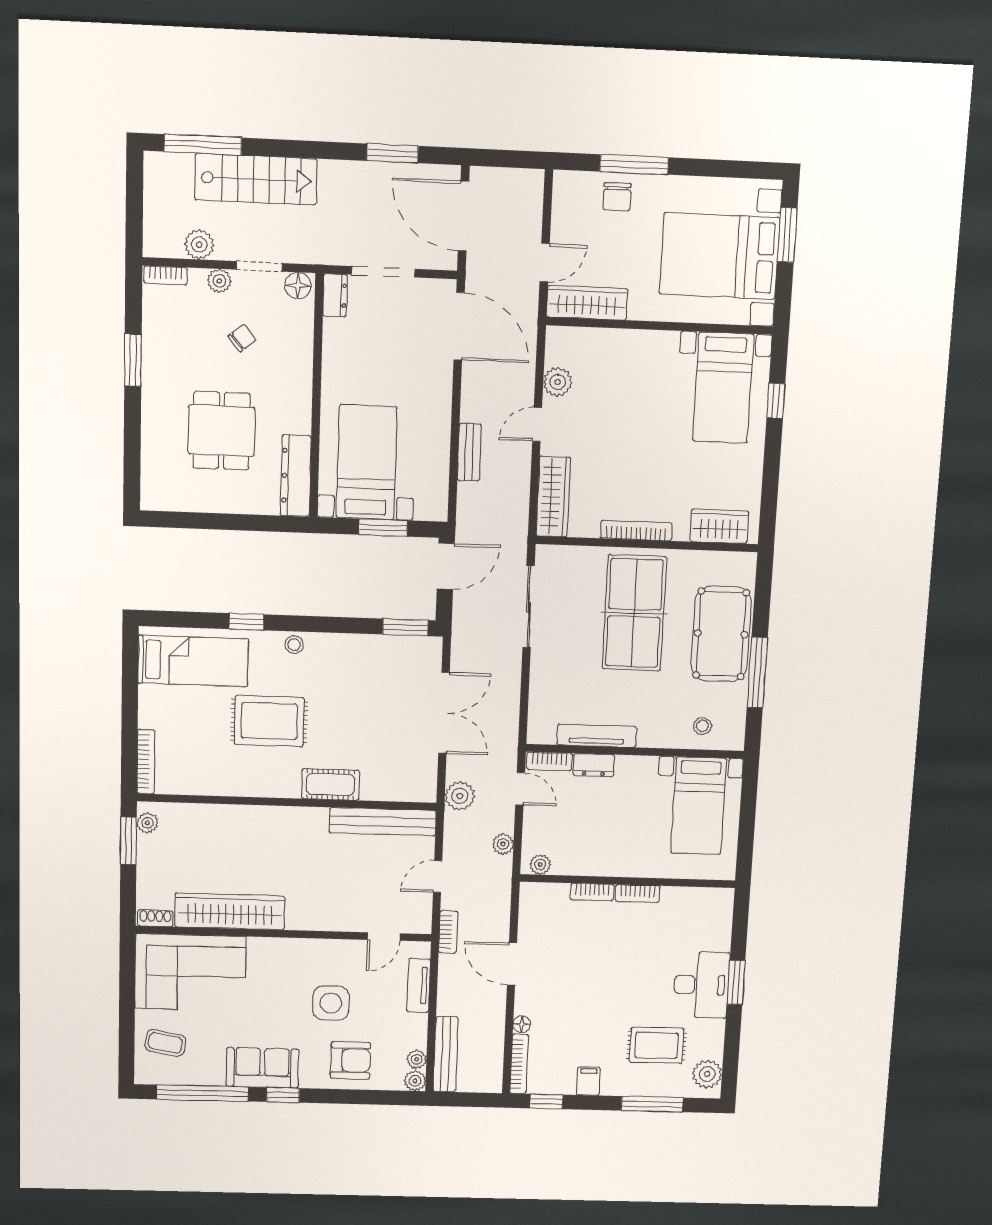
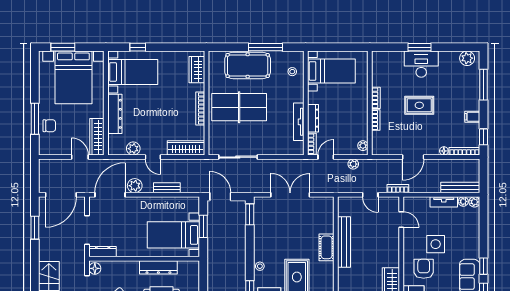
dresser: (335, 295) -> (103, 252), width x1.44
dresser: (635, 345) -> (115, 114), added
dresser: (296, 476) -> (158, 267), moved
dresser: (594, 765) -> (313, 118), width x1.44
plant: (460, 796) -> (135, 186), moved
bench: (383, 822) -> (344, 242), moved
tv unit: (419, 985) -> (444, 202), moved
rug: (657, 1045) -> (419, 105), moved, turned 90
armchair: (351, 1060) -> (424, 269), moved

